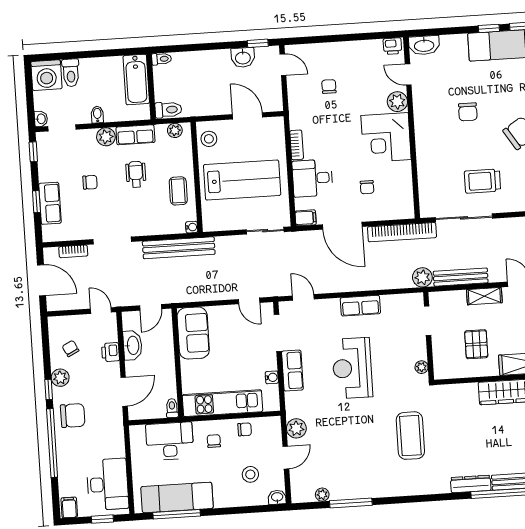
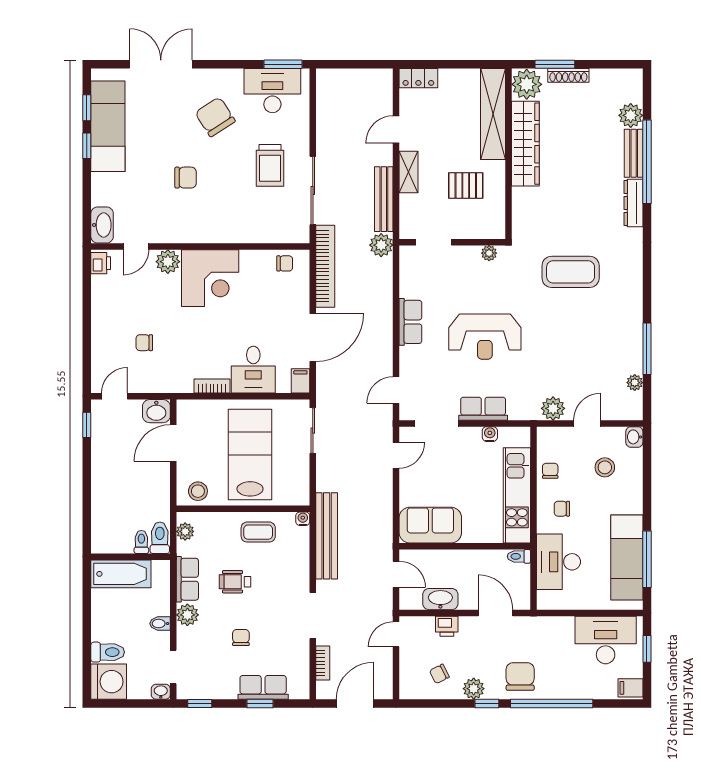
washbasin: (243, 57) -> (156, 411), moved, turned 90
toilet: (162, 59) -> (141, 542), moved
chair: (367, 187) -> (285, 263), moved
door: (286, 458) -> (587, 423), hinge flipped

